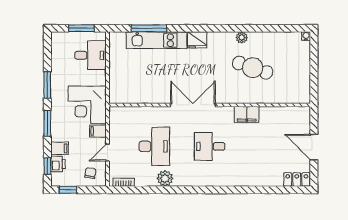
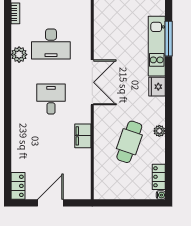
locker: (288, 38) -> (159, 177), added

